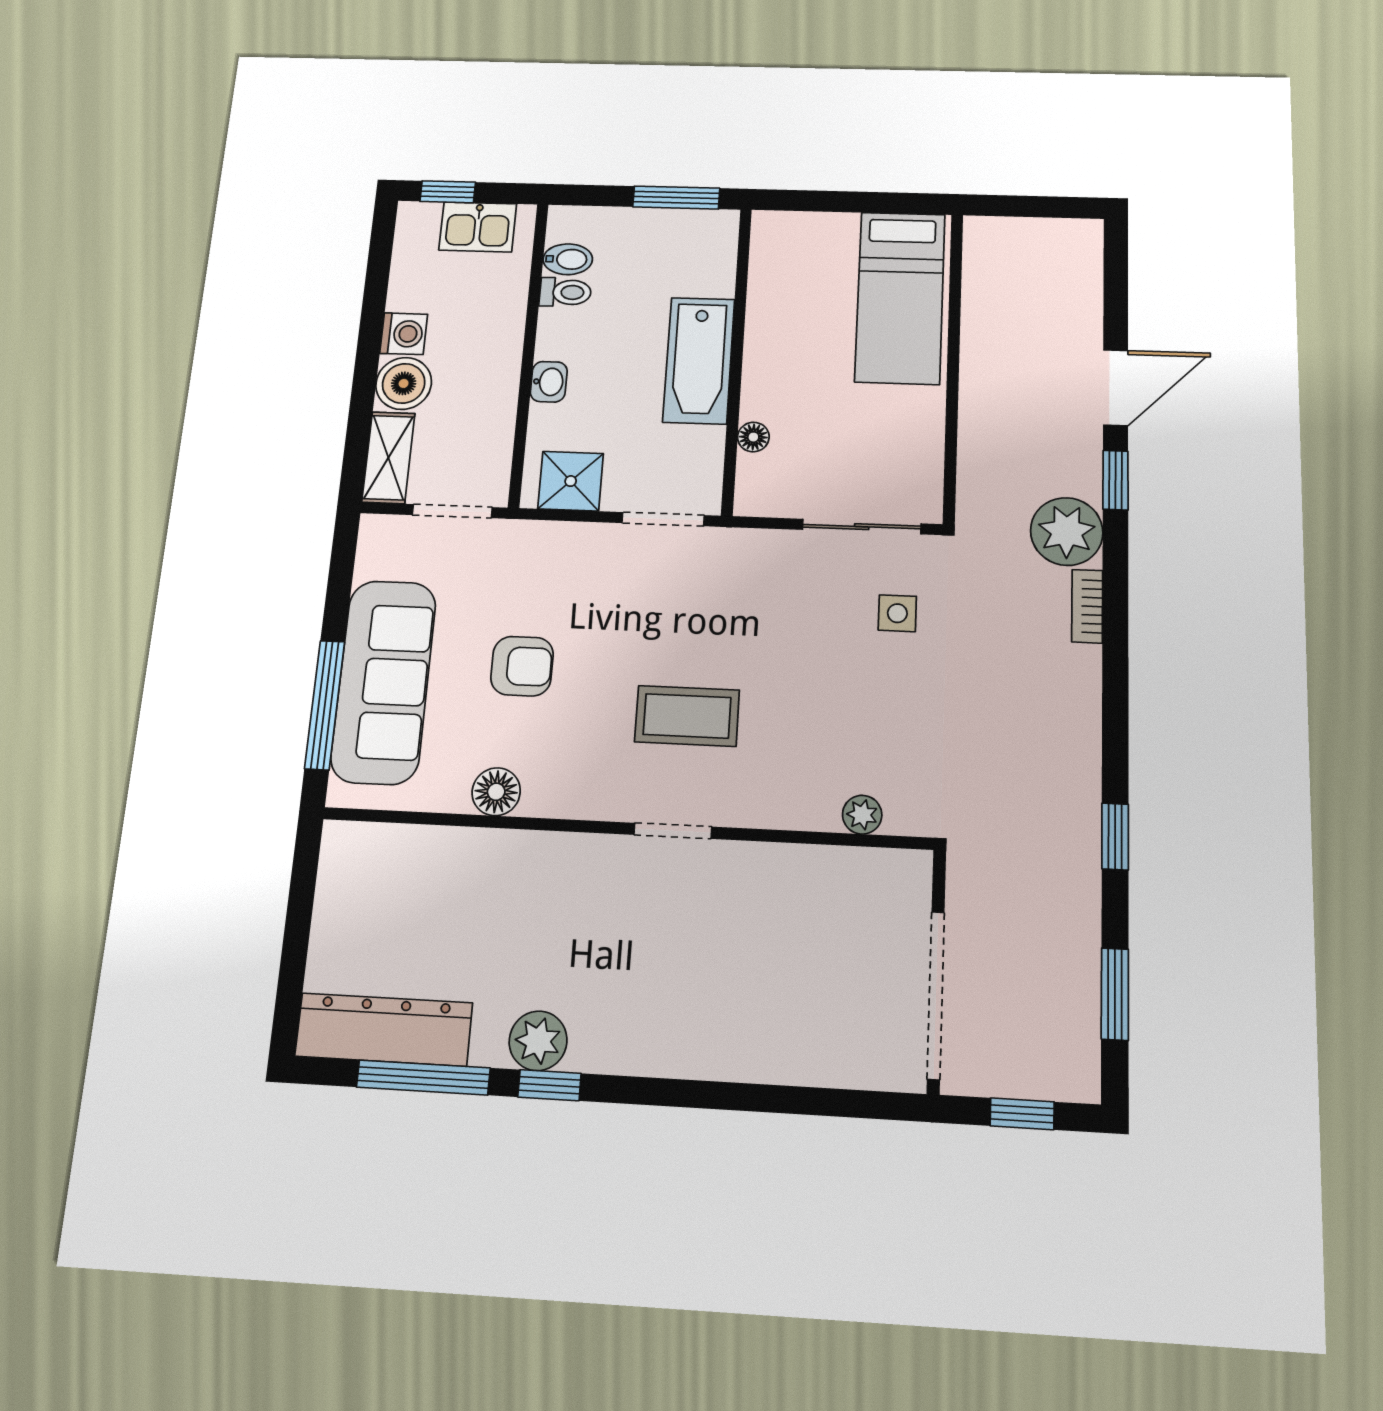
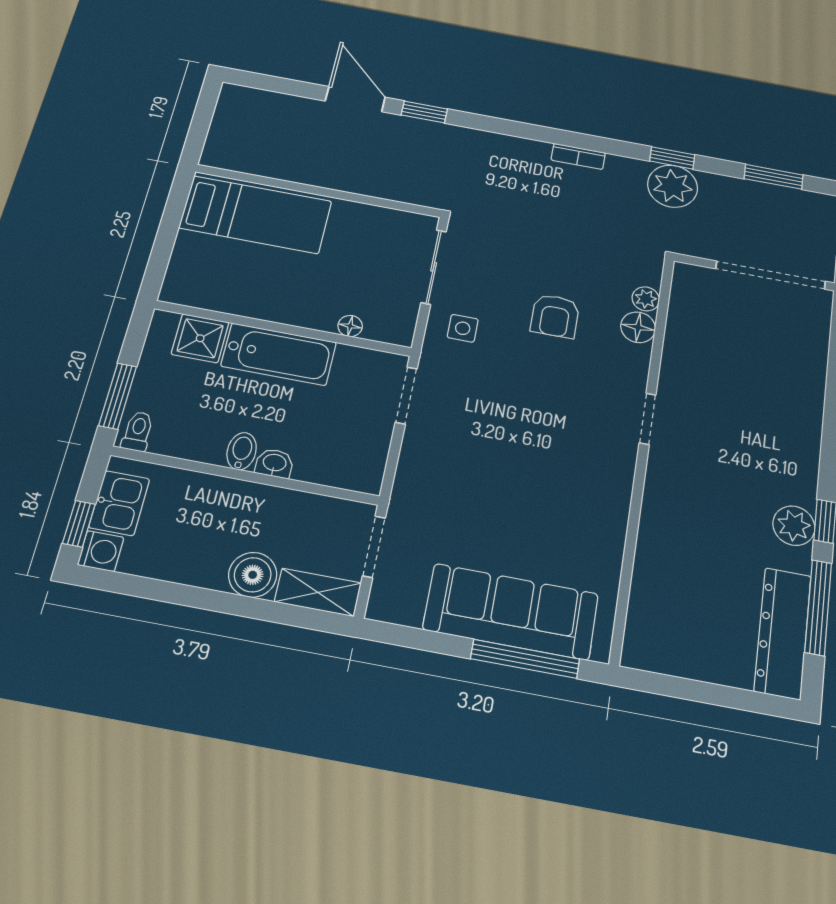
window: (676, 198) -> (118, 396), moved
bidet: (568, 259) -> (242, 451), moved
toilet: (565, 292) -> (138, 431), moved
washing machine: (404, 334) -> (101, 551), moved, turned 90
shower: (571, 481) -> (200, 338), moved
plant: (1067, 531) -> (673, 186), moved
bookcase: (1087, 606) -> (578, 156), moved
side table: (897, 613) -> (463, 328), moved
armchair: (522, 666) -> (555, 316), moved, turned 180
coffee table: (687, 716) -> (563, 399), removed
floor lamp: (496, 792) -> (638, 327), moved

